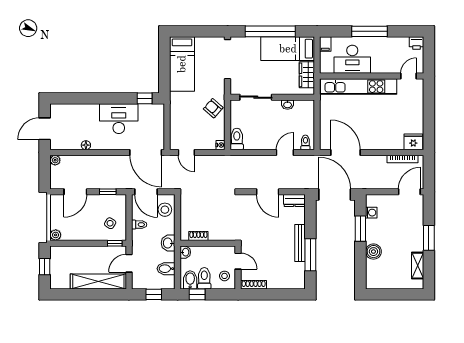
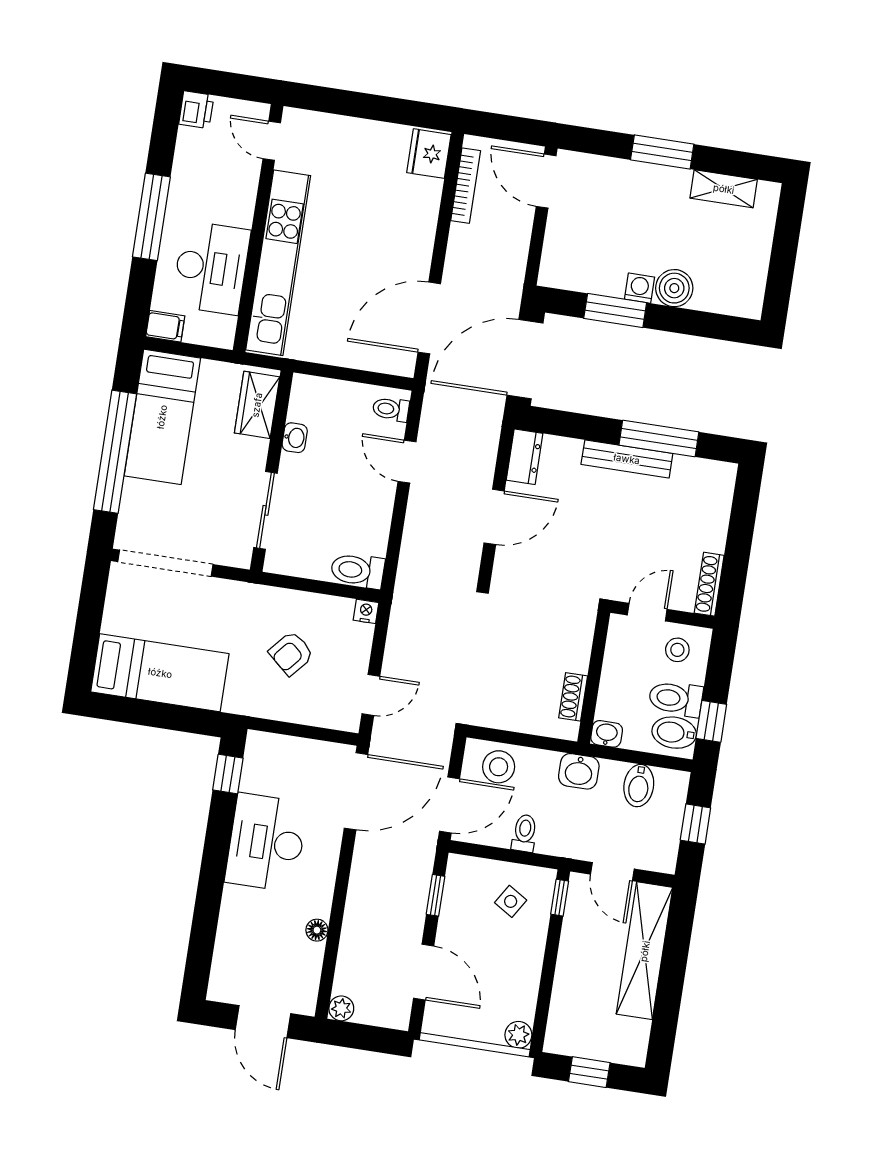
wardrobe: (307, 75) -> (257, 405), moved, turned 90
armchair: (213, 108) -> (291, 653), moved
washing machine: (371, 213) -> (640, 288), moved

